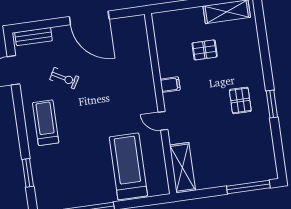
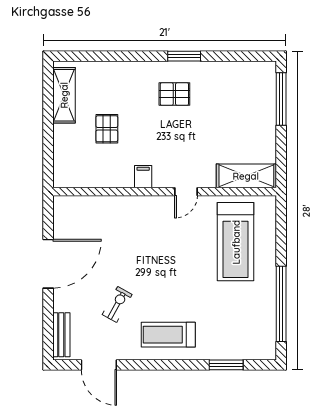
treadmill: (128, 166) -> (236, 242), turned -90

